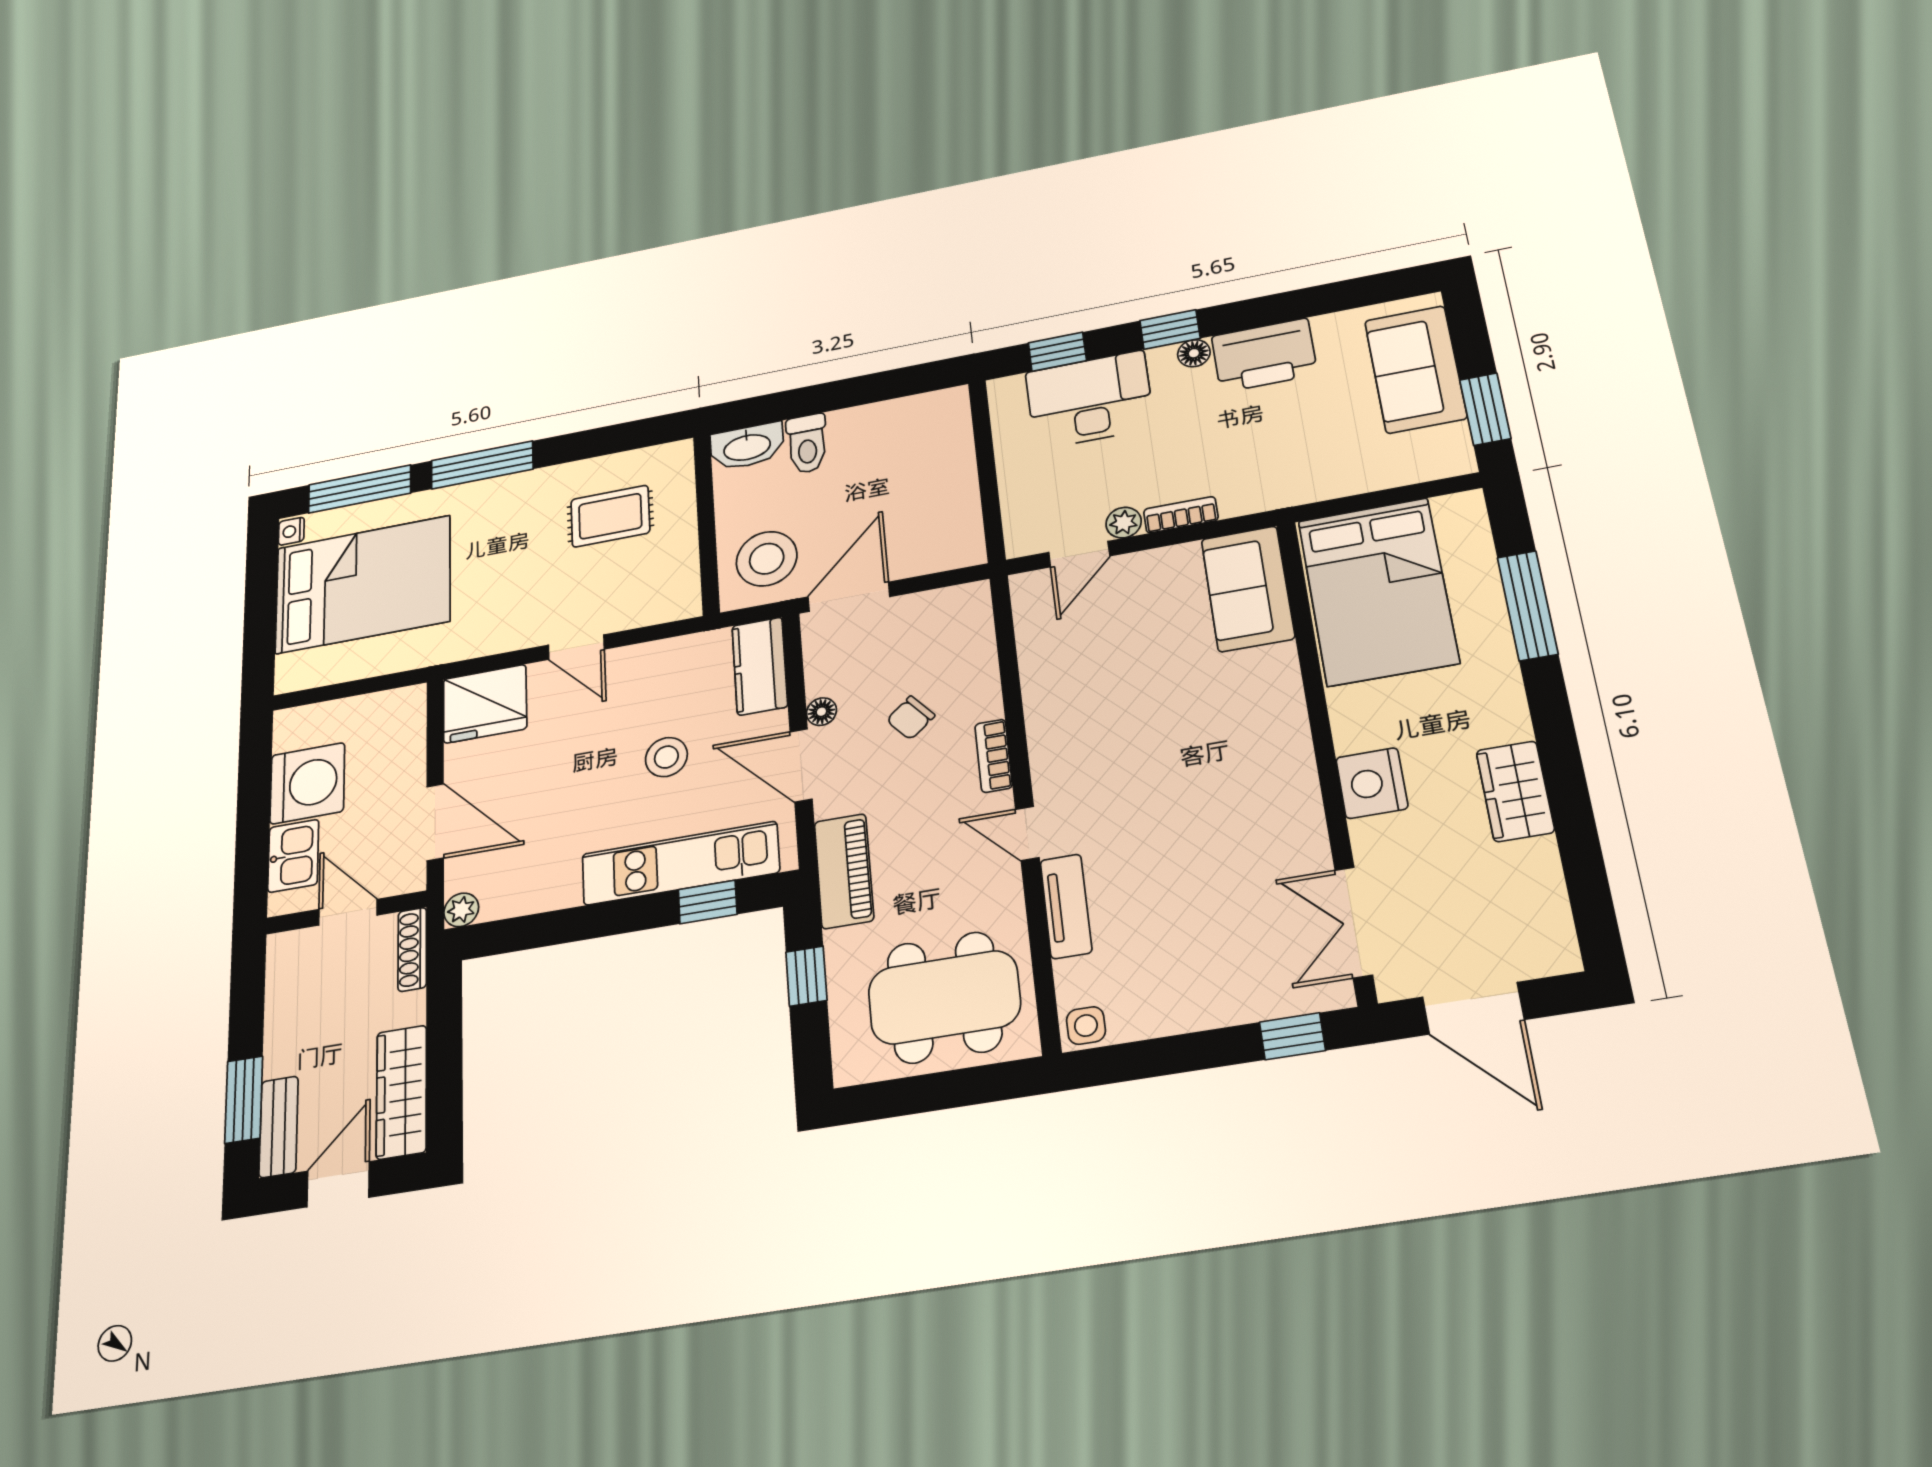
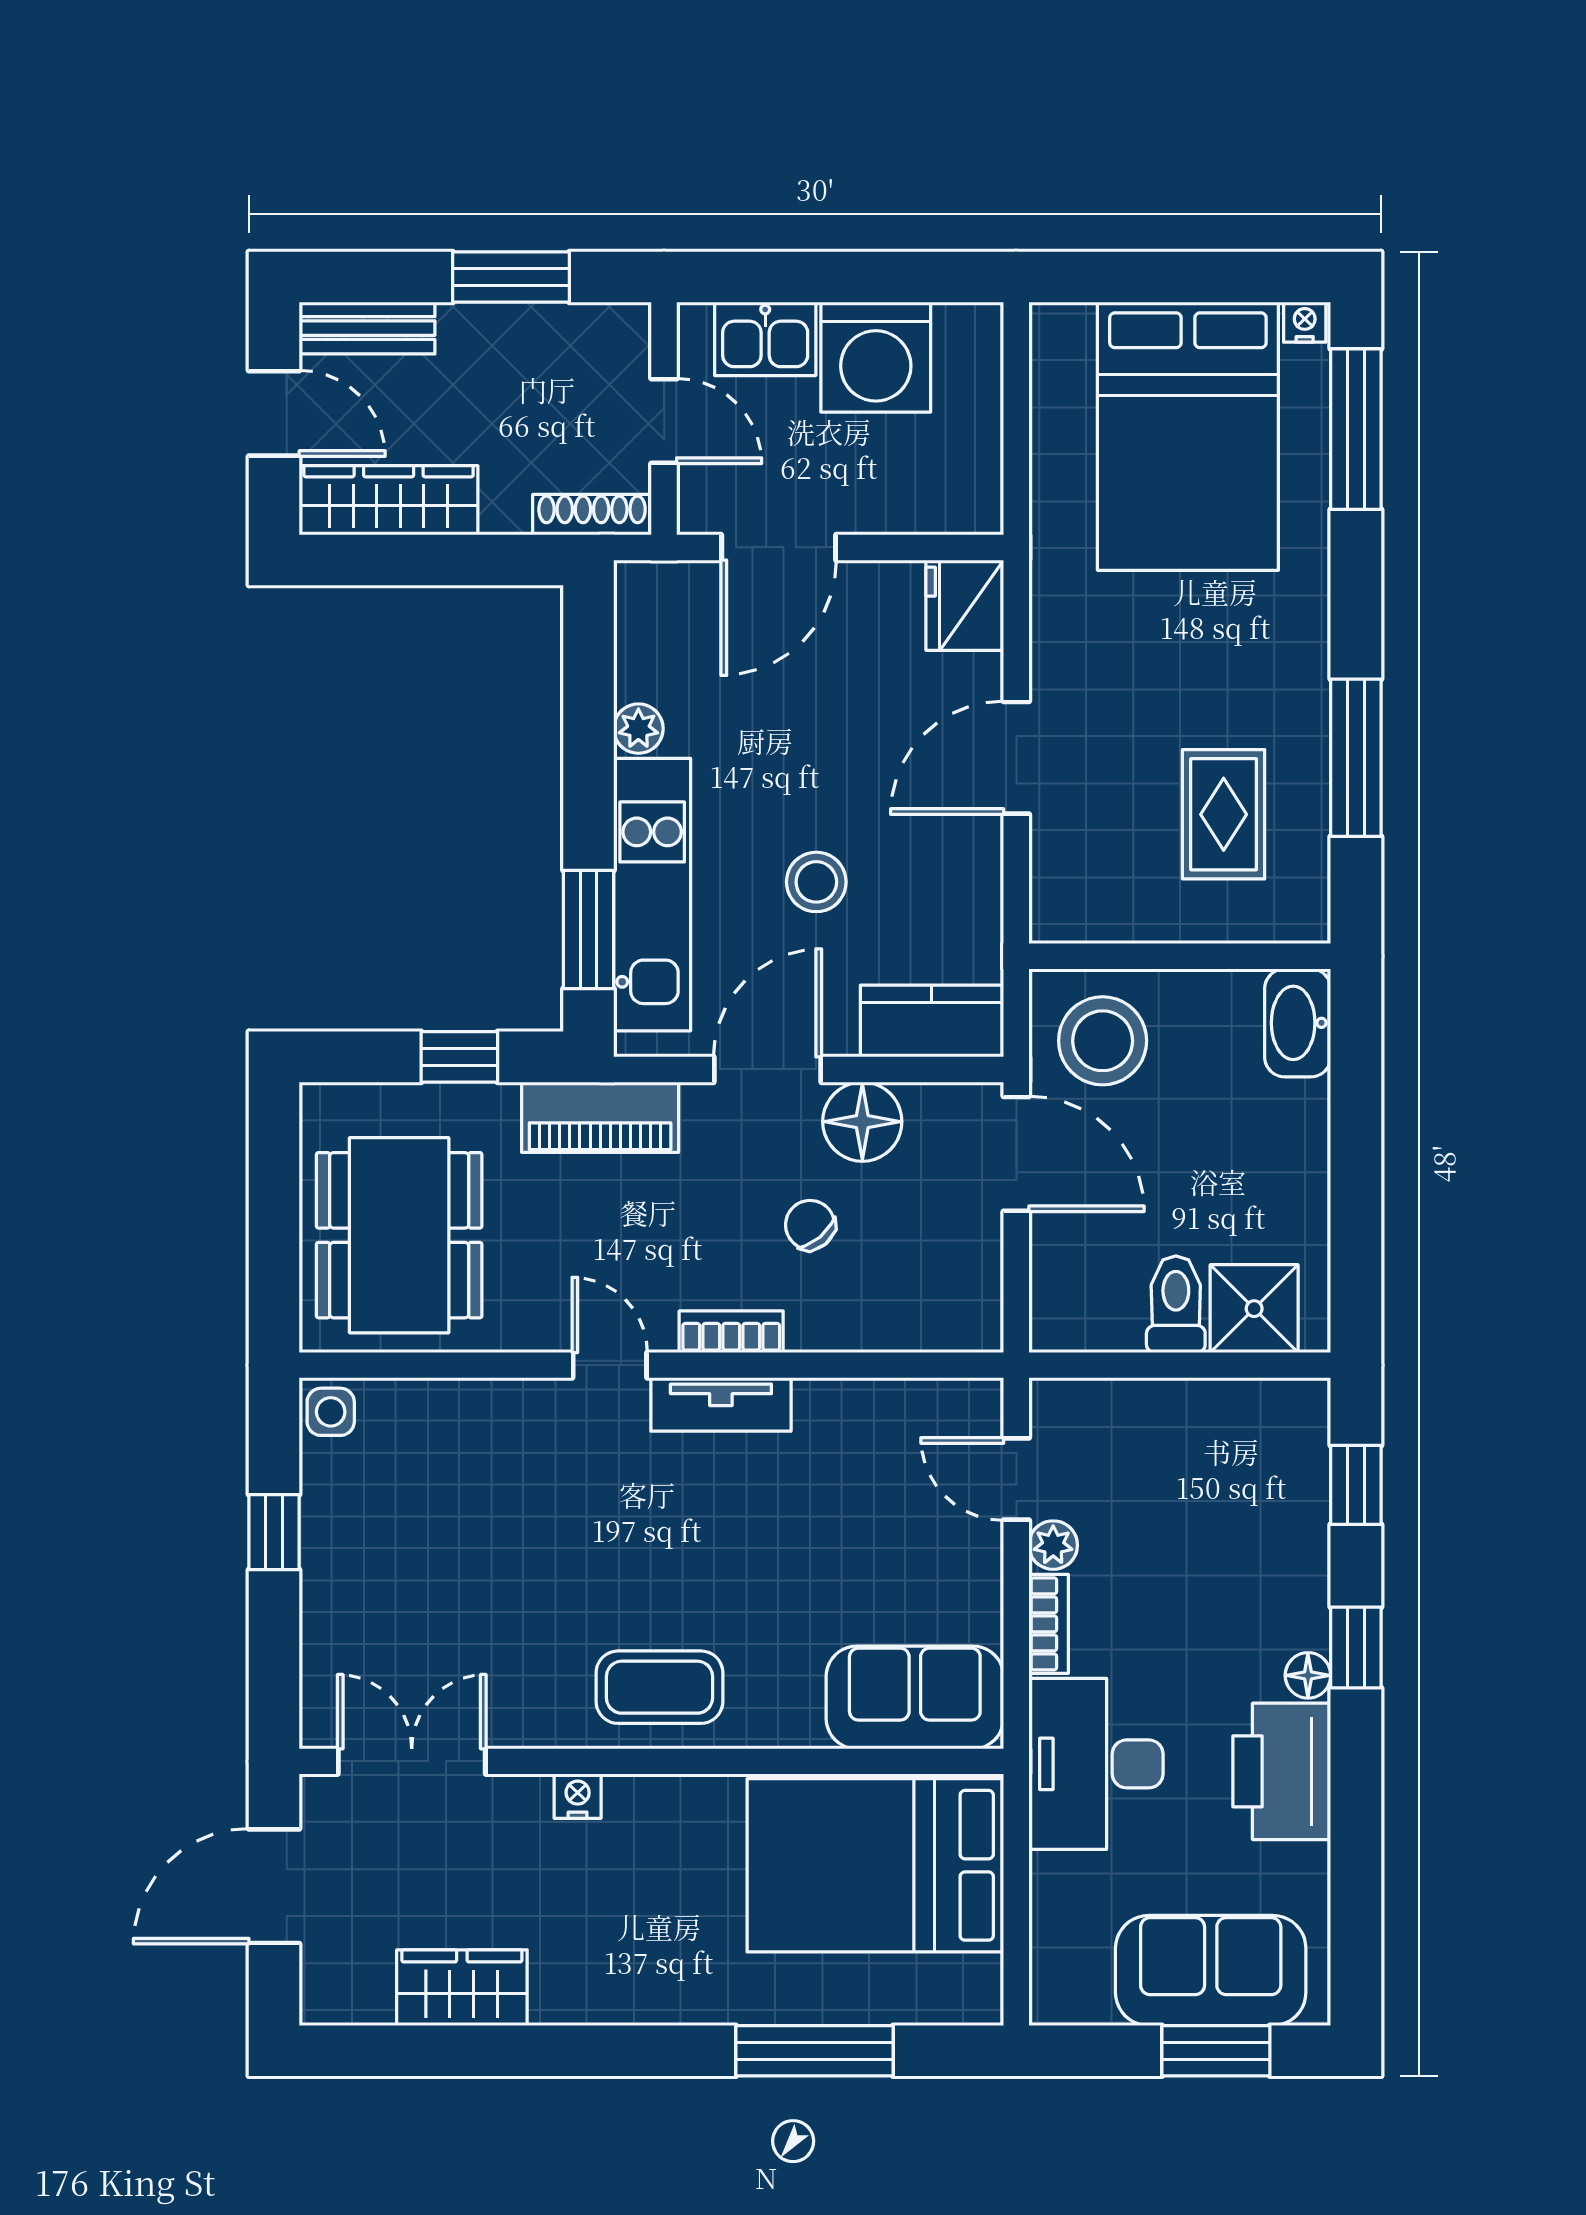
desk: (1090, 400) -> (1096, 1764), moved, turned 180
window: (1485, 409) -> (1216, 2051), moved
shower: (943, 434) -> (1254, 1309), added
toilet: (807, 444) -> (1176, 1304), moved, turned 90
window: (482, 465) -> (1356, 758), moved
door: (576, 647) -> (1016, 758), width x1.38
fridge: (485, 704) -> (965, 605), width x0.73, depth x0.75
floor lamp: (821, 712) -> (862, 1122), width x1.89, depth x1.89
coffee table: (1267, 758) -> (659, 1687), added
nightstand: (1372, 783) -> (578, 1796), width x0.53, depth x0.56
wardrobe: (1515, 791) -> (462, 1988), moved
door: (1027, 833) -> (610, 1365), hinge flipped
window: (708, 902) -> (589, 930), width x1.50
tv unit: (1066, 906) -> (721, 1404), moved
plant: (461, 910) -> (638, 729), moved
door: (348, 912) -> (664, 421), hinge flipped
window: (1292, 1036) -> (274, 1532), moved
window: (244, 1100) -> (511, 277), moved

